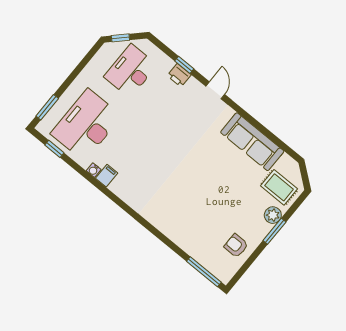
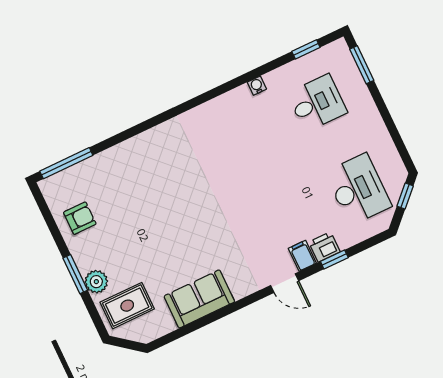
desk: (86, 125) -> (317, 103), width x0.53, depth x0.77
sofa: (252, 142) -> (199, 299), width x0.73
filing cabinet: (107, 176) -> (302, 256), moved, turned 180

